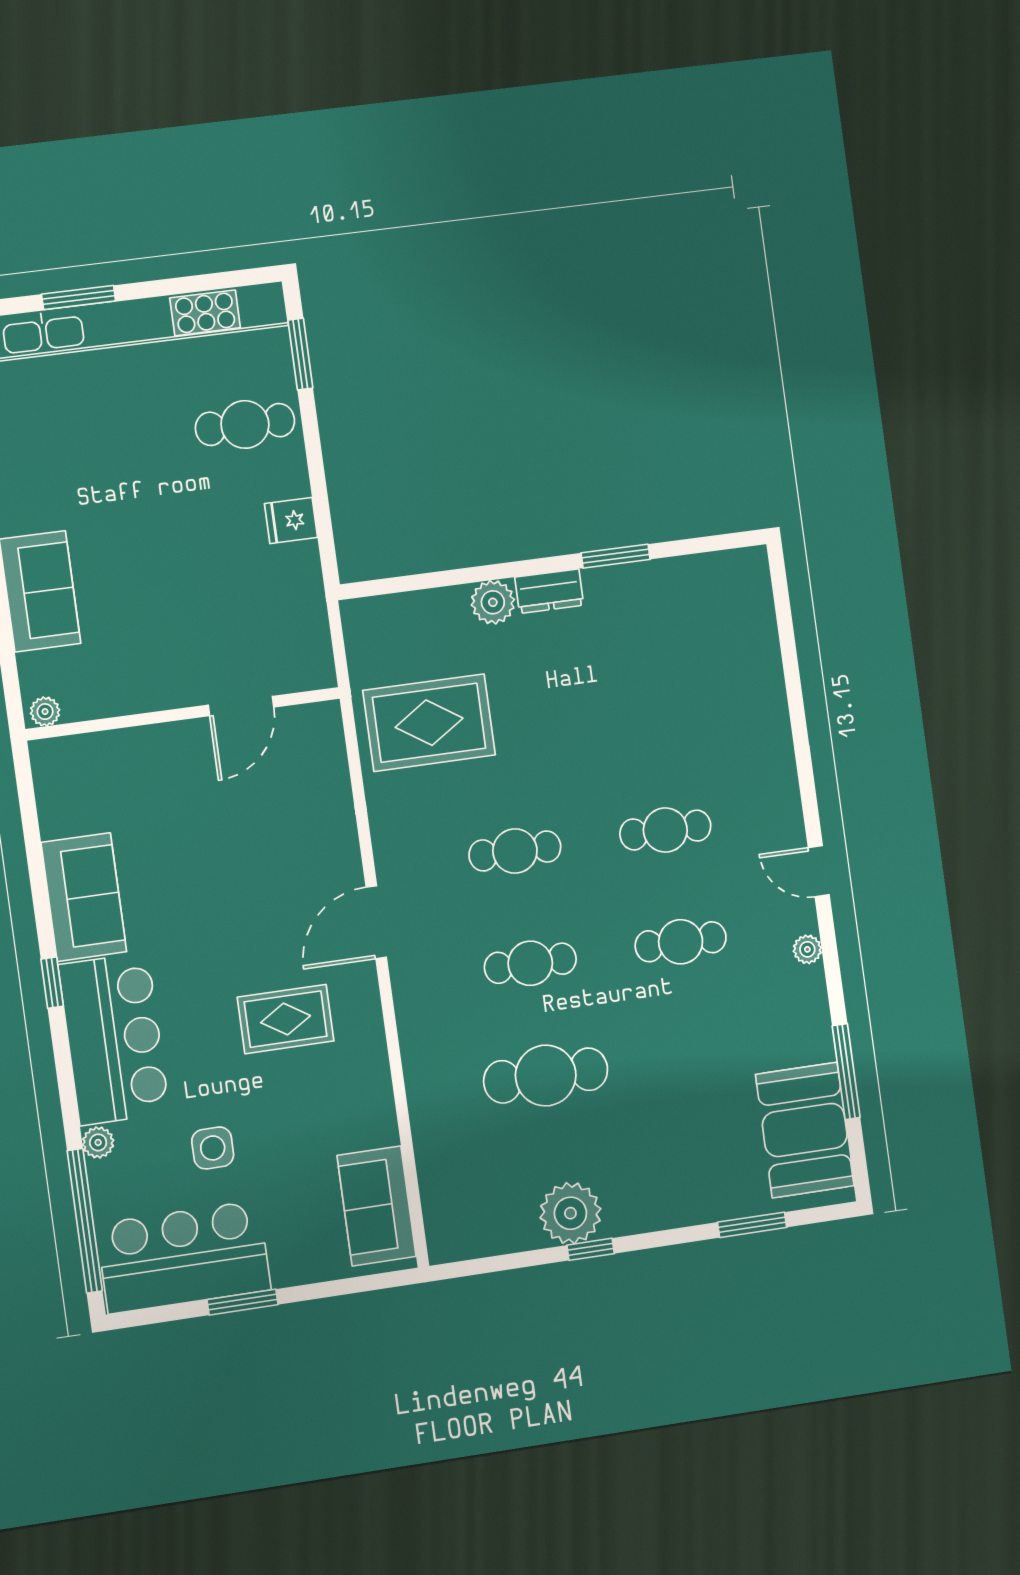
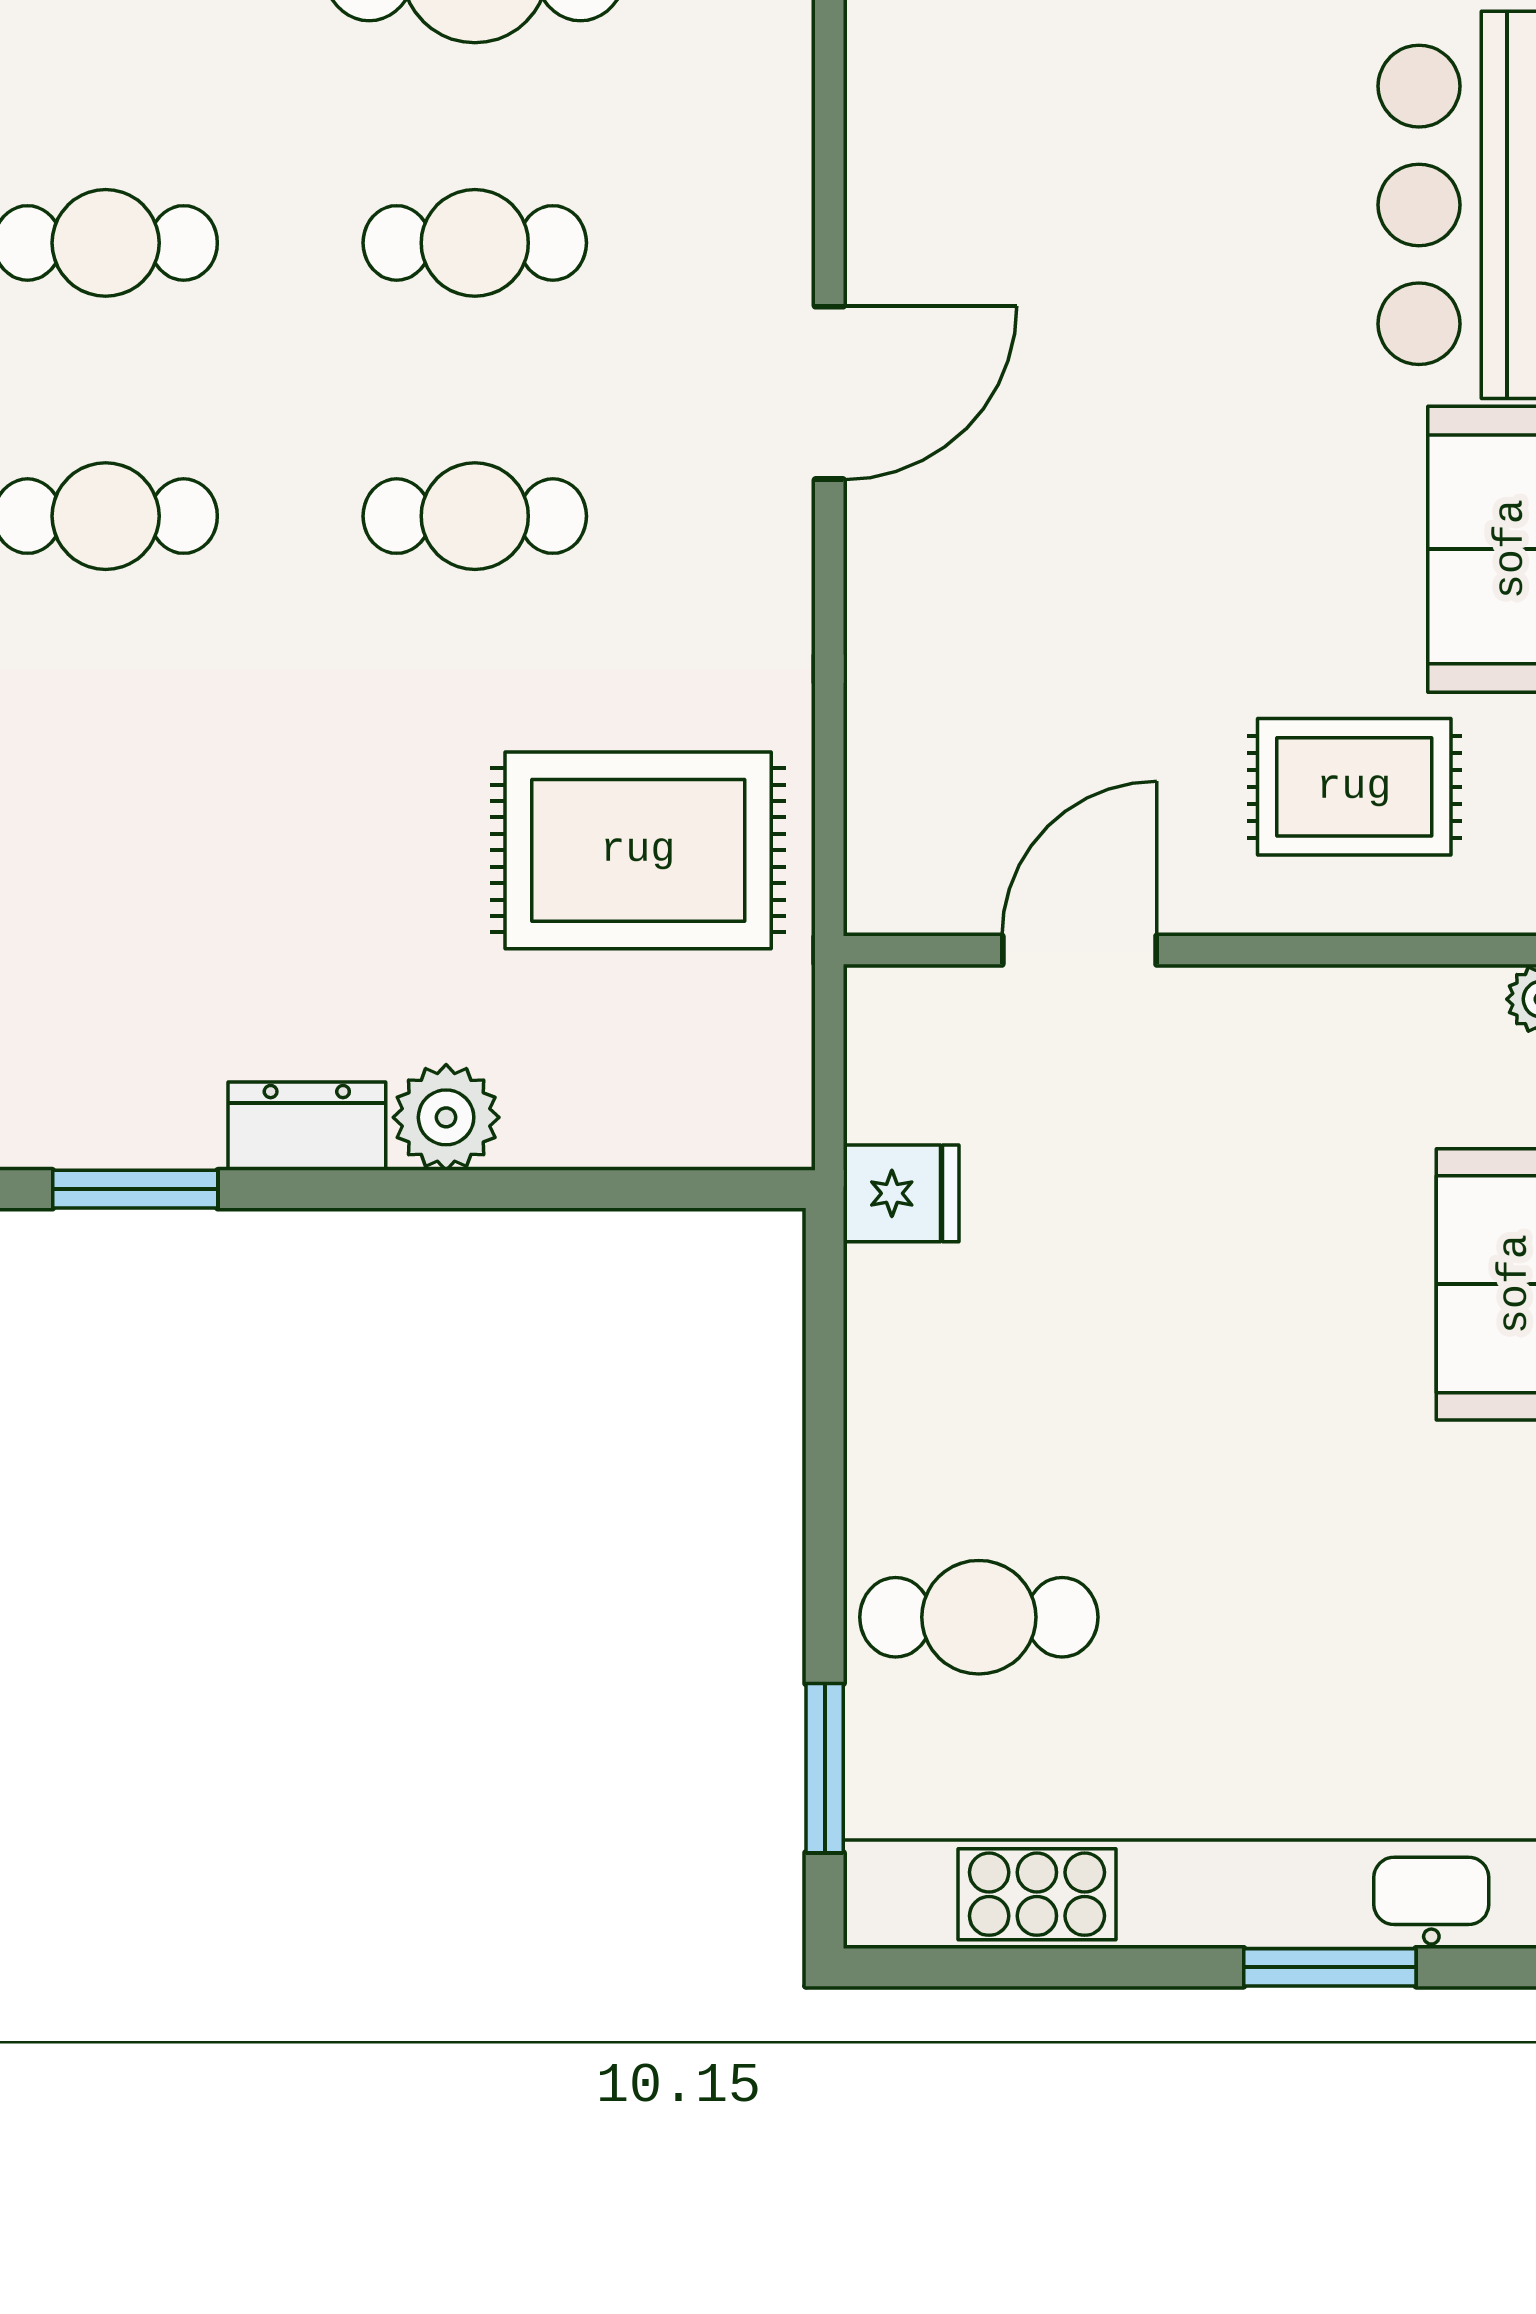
fridge: (291, 521) -> (901, 1193), moved
rug: (286, 1019) -> (1354, 787), moved

